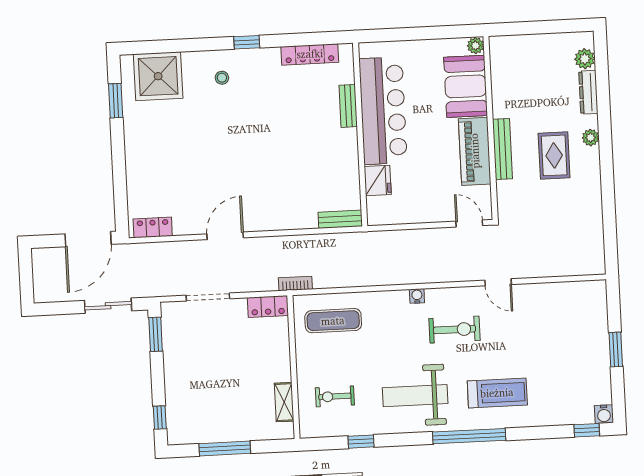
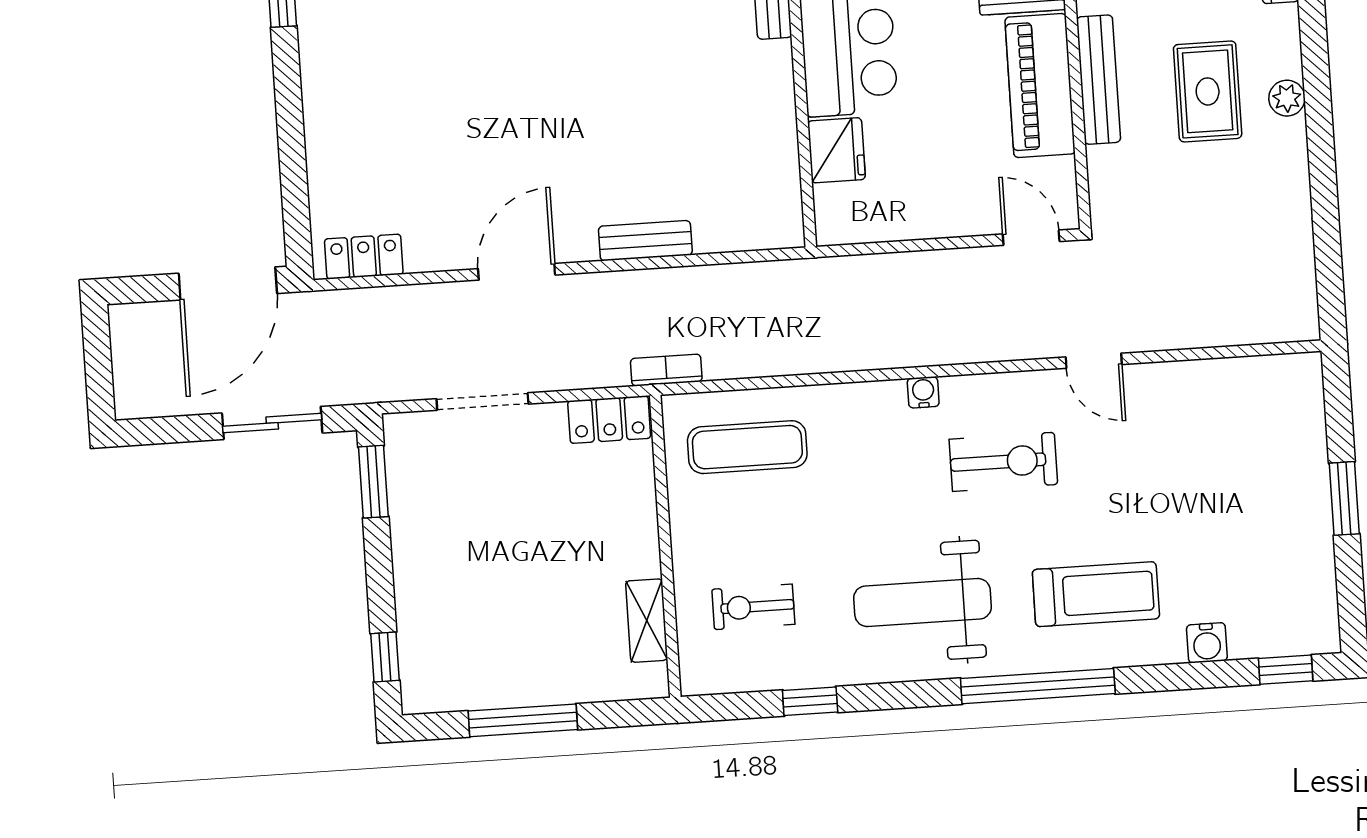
plant: (591, 138) -> (1287, 98), moved
bench: (340, 219) -> (645, 241), moved
water cooler: (604, 414) -> (1207, 643), moved

